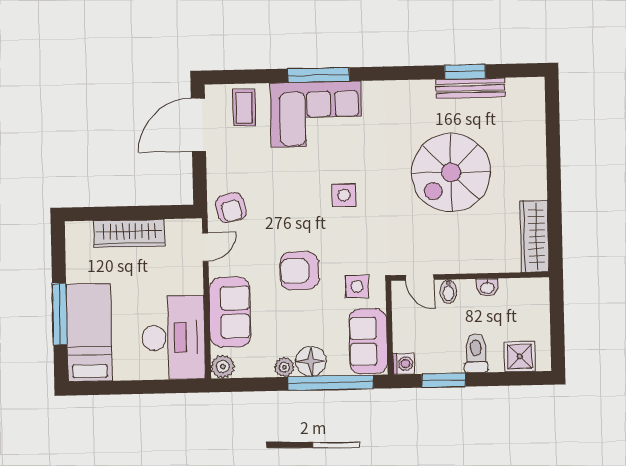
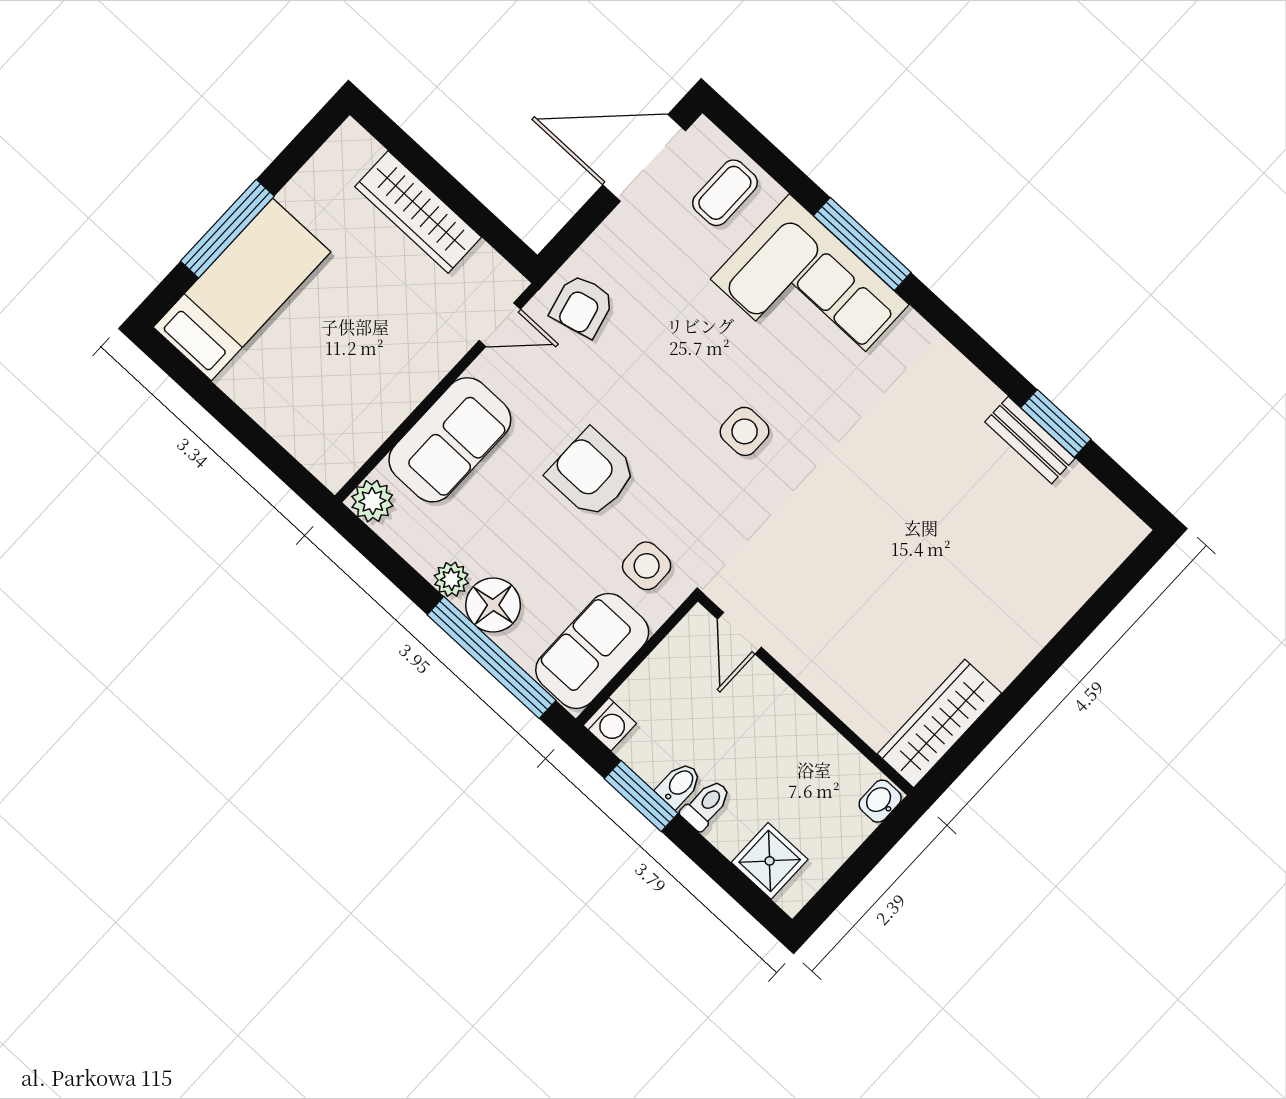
bench: (470, 88) -> (1030, 440), width x0.73
spiral stairs: (451, 173) -> (911, 536), removed
washbasin: (487, 287) -> (880, 801), moved, turned 90
bidet: (448, 292) -> (679, 785), moved, turned 180
desk: (173, 338) -> (345, 402), removed
toilet: (476, 353) -> (706, 805), width x0.73, depth x0.72

